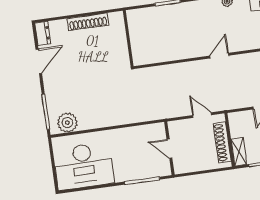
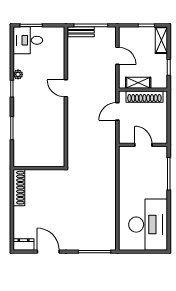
shoe rack: (88, 22) -> (19, 188), moved
plant: (67, 123) -> (107, 234), removed
door: (169, 149) -> (143, 145), swing flipped
shelving: (239, 152) -> (138, 83), moved

